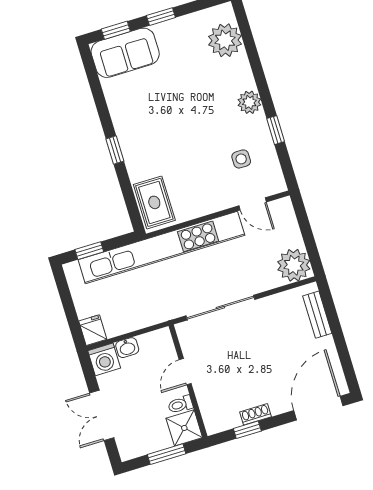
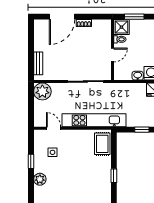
kitchen unit: (161, 248) -> (94, 120), width x0.73
door: (318, 408) -> (62, 17), moved
window: (247, 430) -> (90, 17), removed

